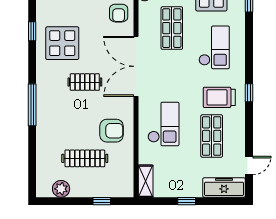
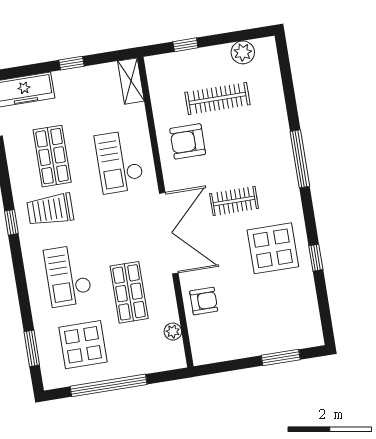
armchair: (119, 13) -> (204, 301), turned 90
trolley: (219, 97) -> (50, 210), turned 180

